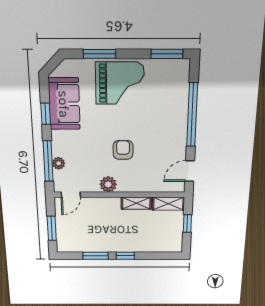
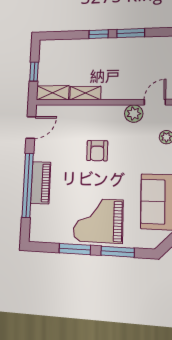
window: (167, 54) -> (75, 249), moved
piano: (179, 118) -> (41, 183), added
plant: (108, 184) -> (134, 114), moved

